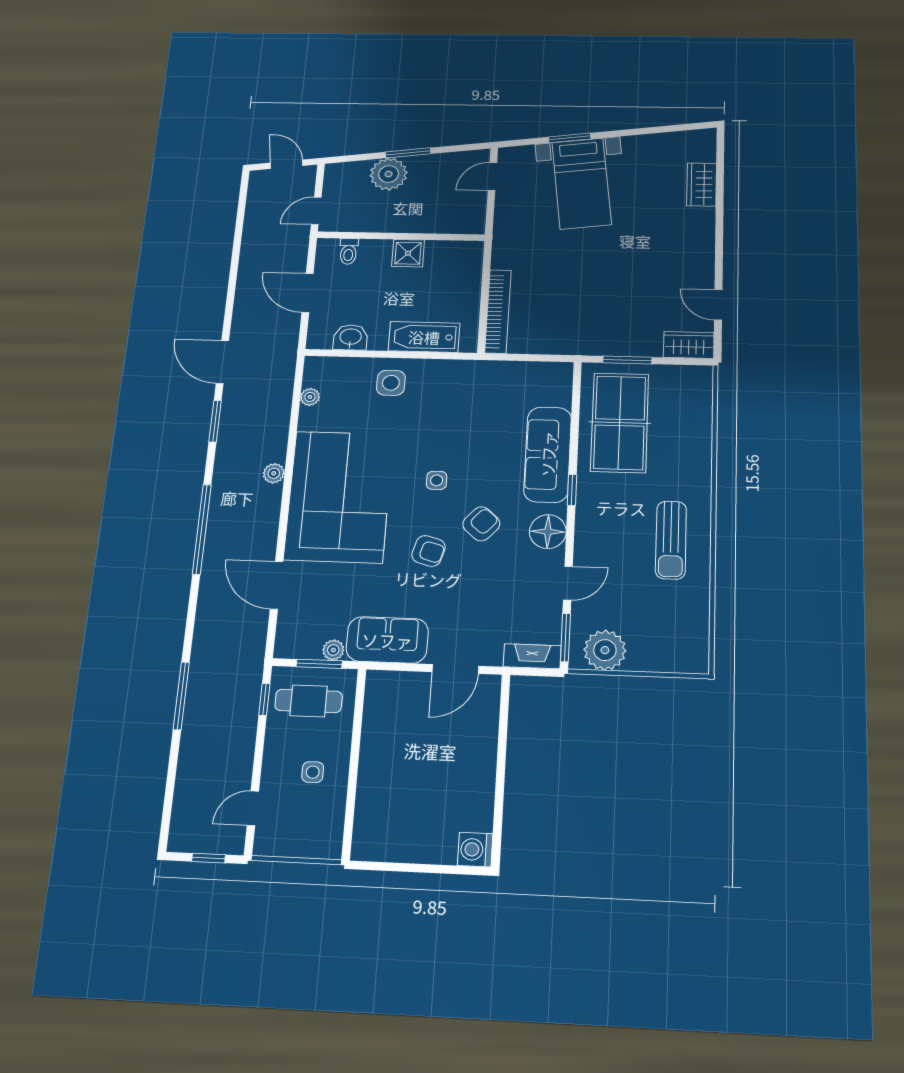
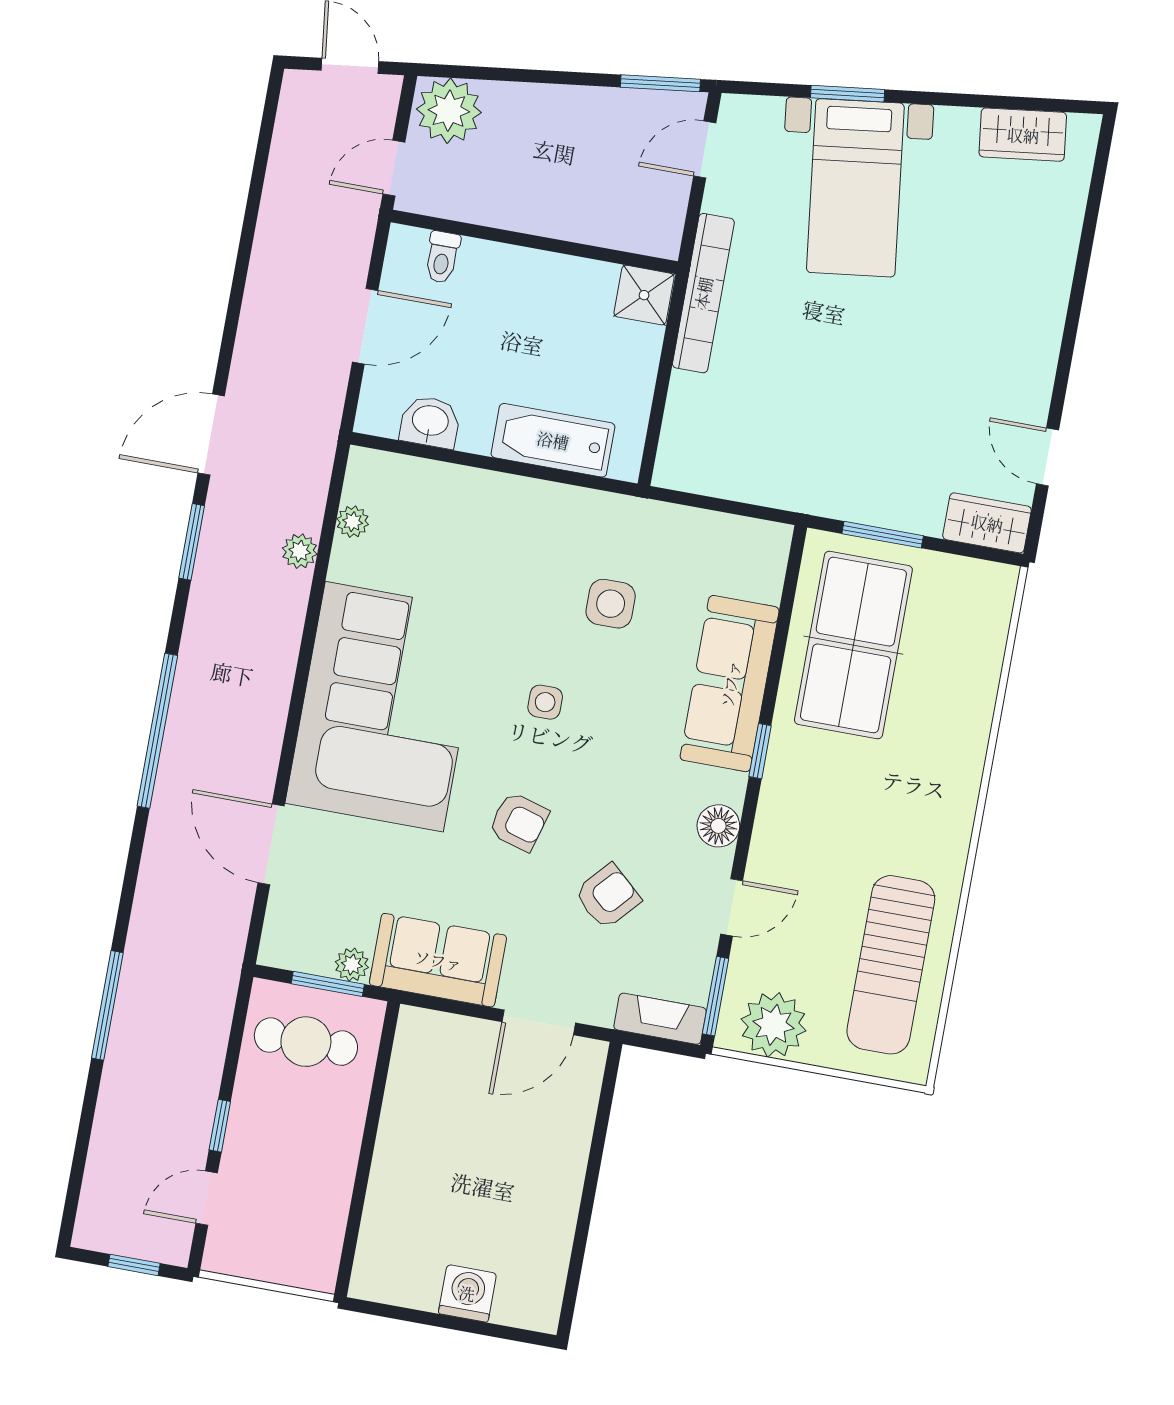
window: (408, 153) -> (660, 83), moved
plant: (389, 174) -> (449, 111), moved
wardrobe: (702, 185) -> (1023, 135), moved, turned -97
shower: (408, 253) -> (644, 295), moved
door: (308, 293) -> (365, 326), swing flipped
bookcase: (498, 311) -> (703, 293), moved
door: (222, 362) -> (211, 435), hinge flipped
side table: (391, 383) -> (611, 604), moved
plant: (274, 473) -> (300, 551), moved
armchair: (481, 524) -> (608, 896), moved
floor lamp: (548, 532) -> (718, 826), width x0.73, depth x0.73
sun lounger: (671, 540) -> (891, 965), moved, width x1.36, depth x1.34
window: (264, 699) -> (220, 1126), moved
side table: (313, 772) -> (303, 1155), removed
washing machine: (475, 849) -> (467, 1293), moved, turned 90

